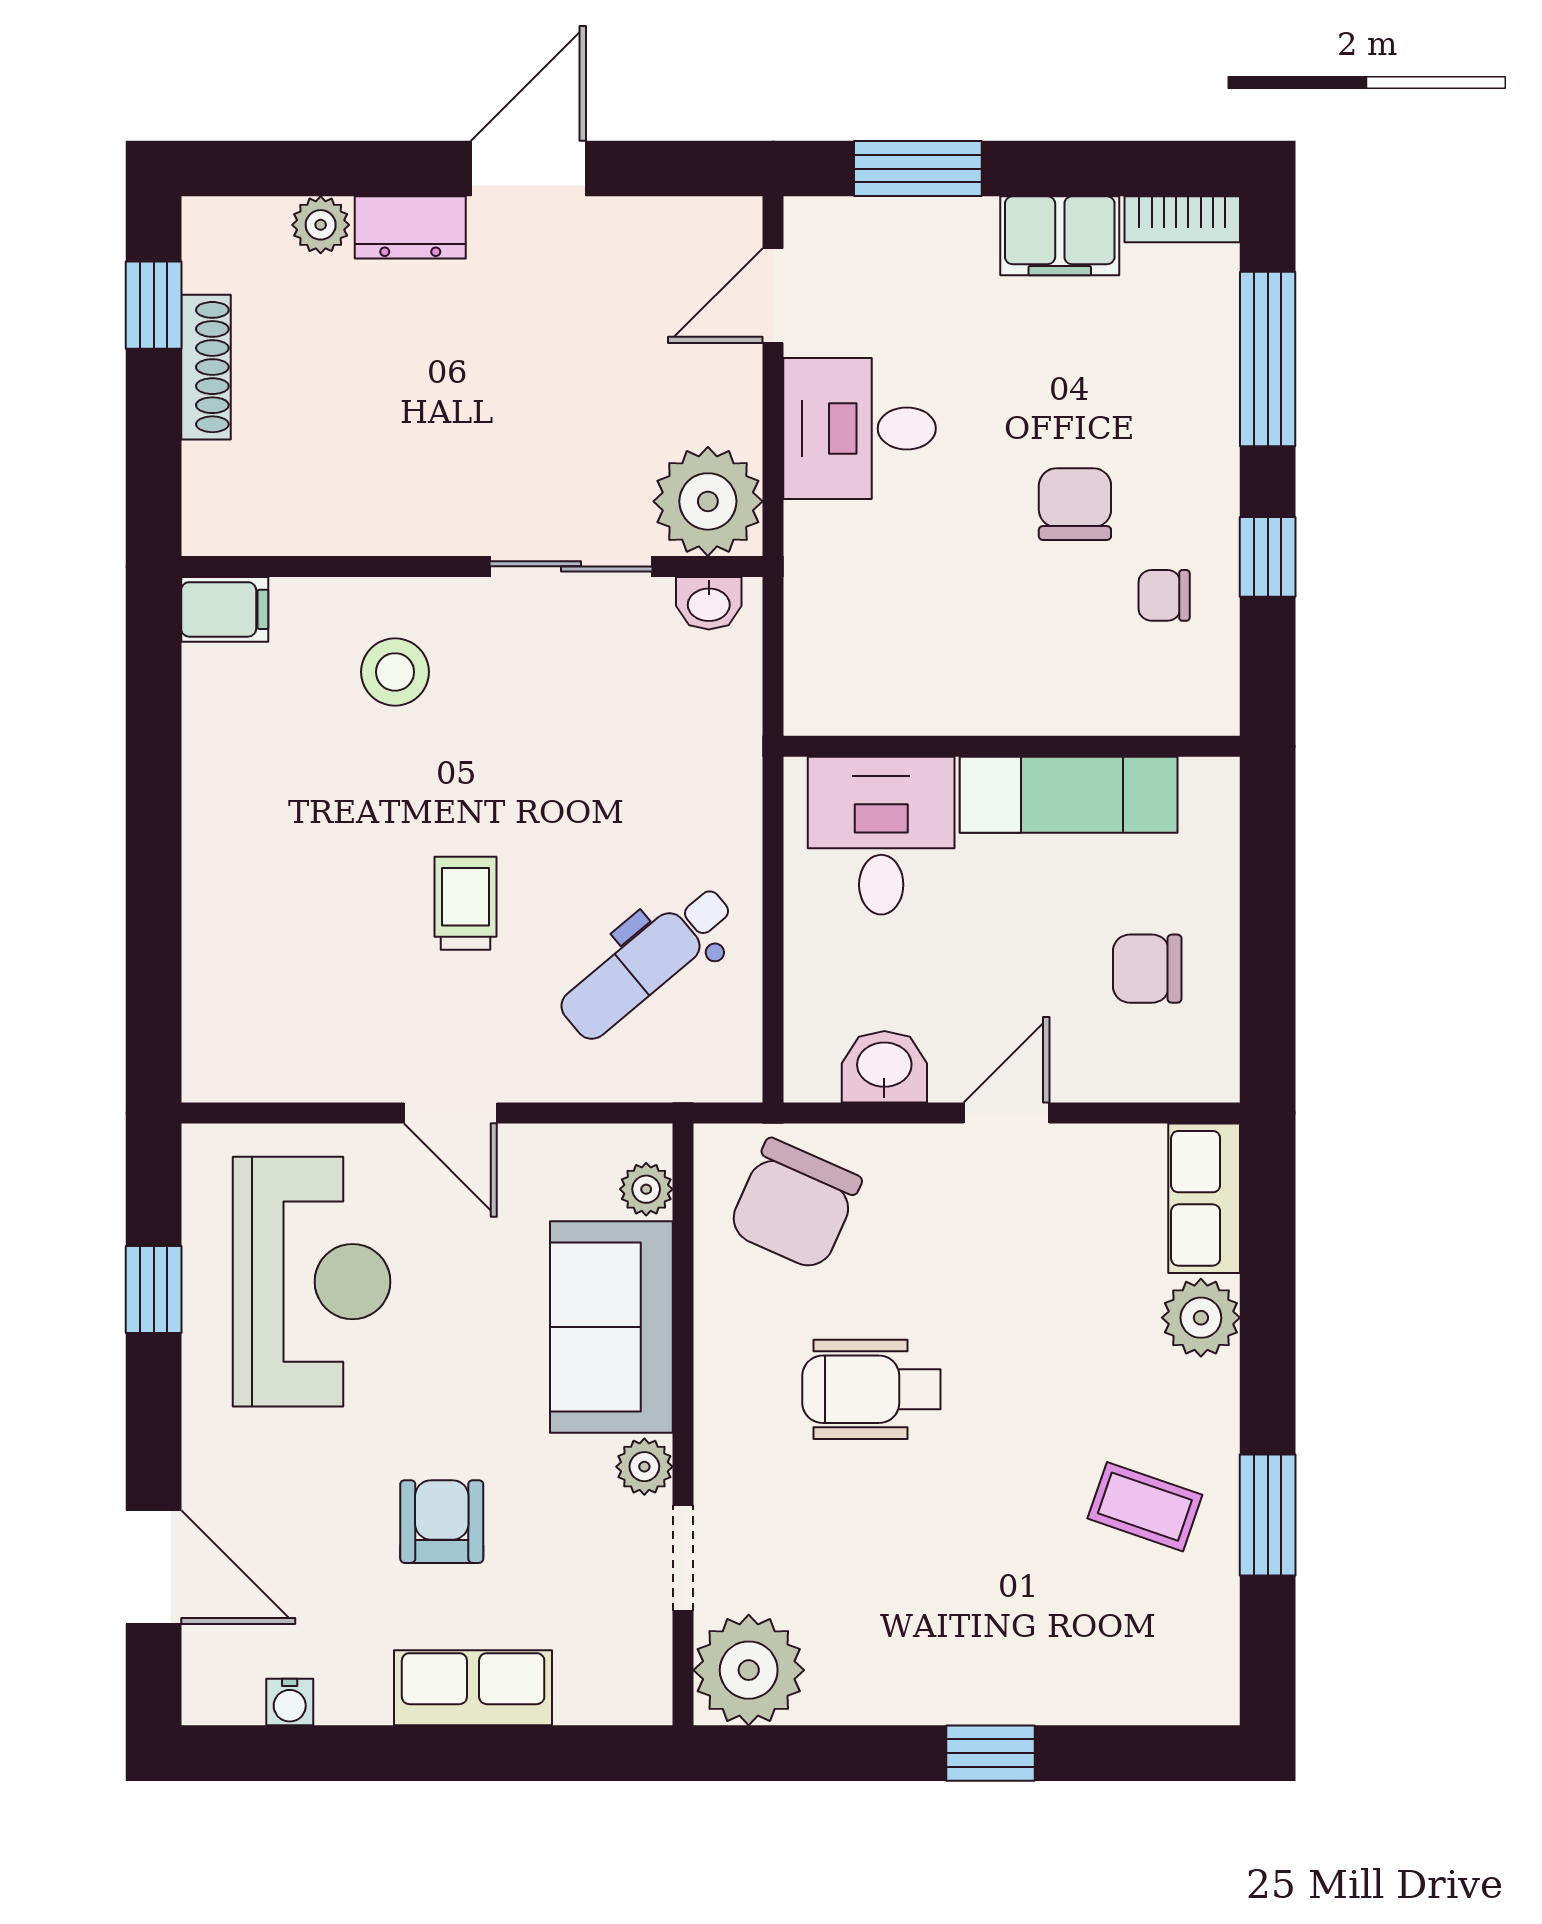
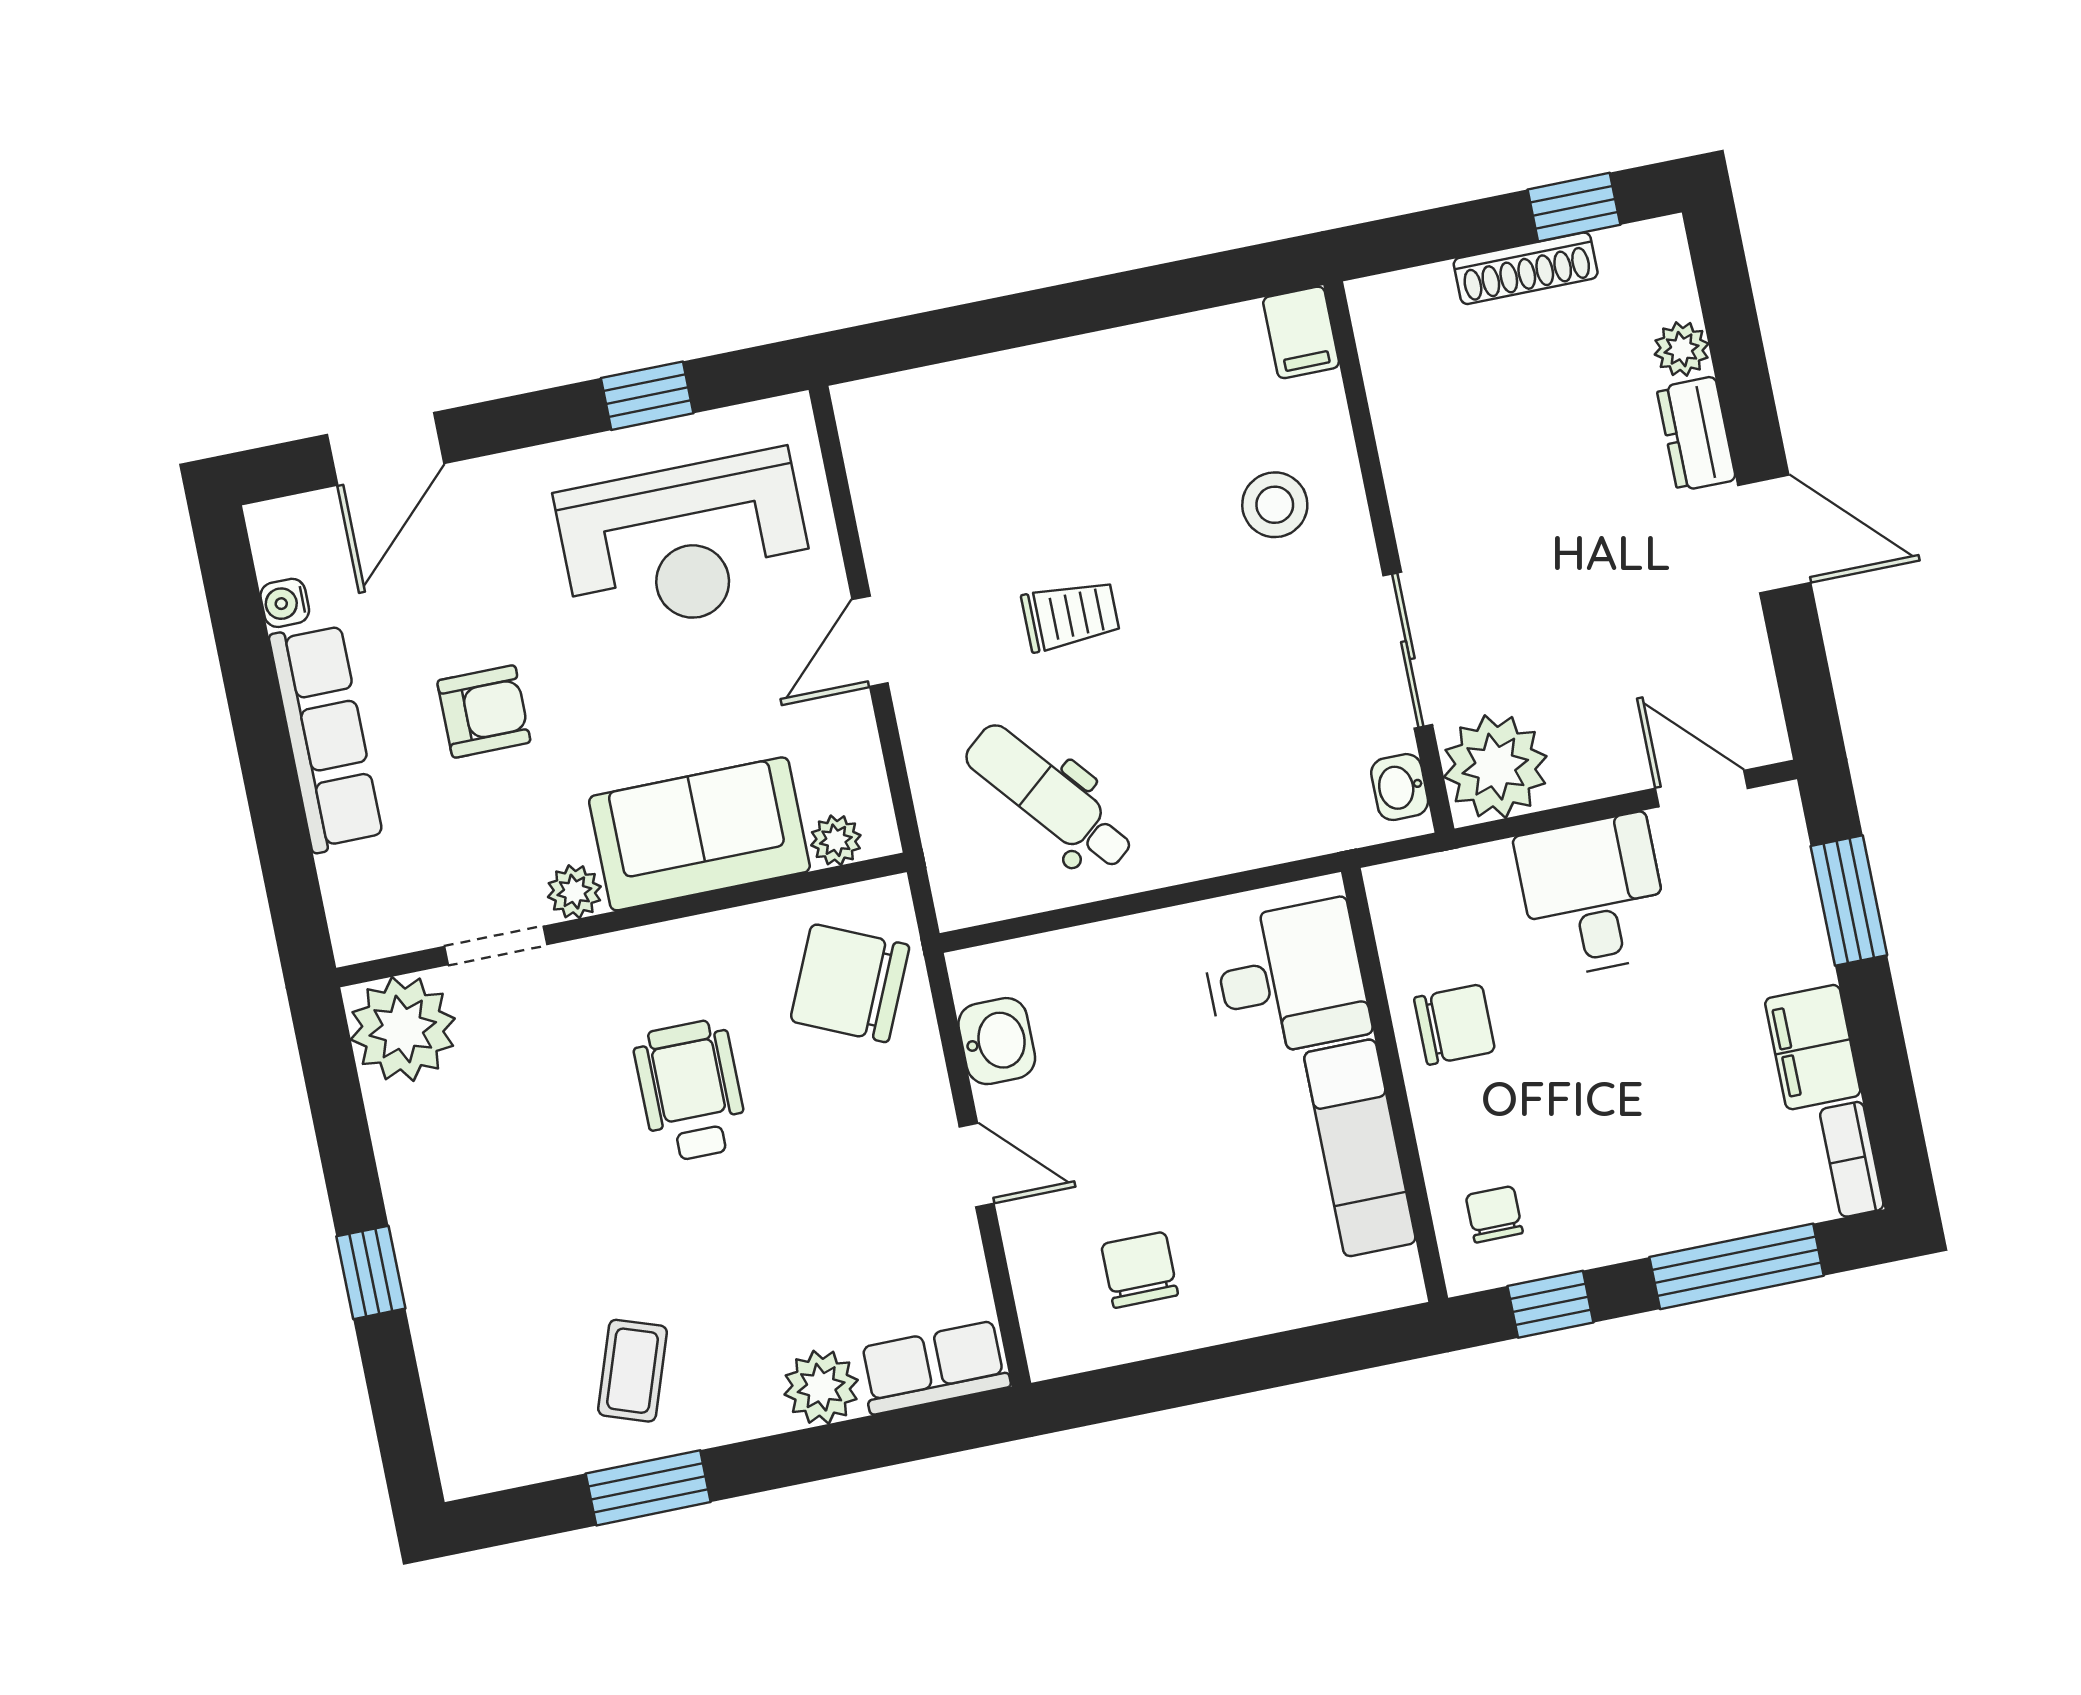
chair: (1075, 504) -> (1455, 1025), moved
wall: (1012, 746) -> (1395, 1085), moved
exam couch: (1069, 795) -> (1360, 1148), moved
desk: (881, 836) -> (1285, 979), moved
row of seats: (473, 1688) -> (326, 737), width x1.48

